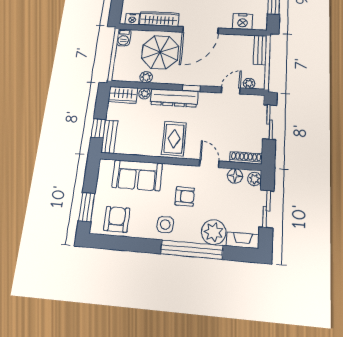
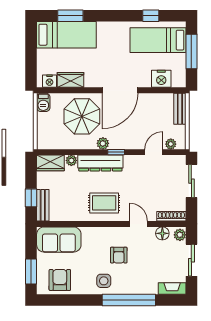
wardrobe: (159, 19) -> (71, 80), width x0.67
plant: (146, 77) -> (103, 143), moved
rug: (174, 139) -> (104, 203), turned 90
sofa: (137, 175) -> (59, 240), moved
armchair: (185, 196) -> (119, 255), turned 90
plant: (214, 232) -> (147, 284), removed

